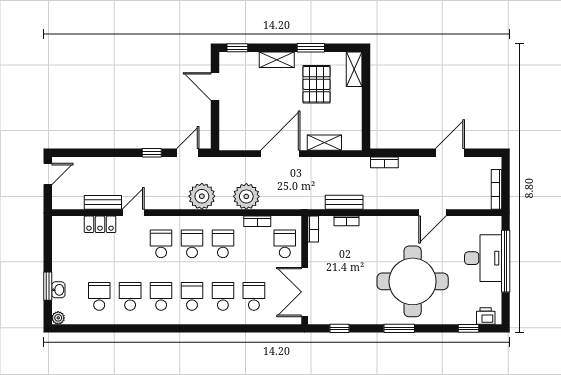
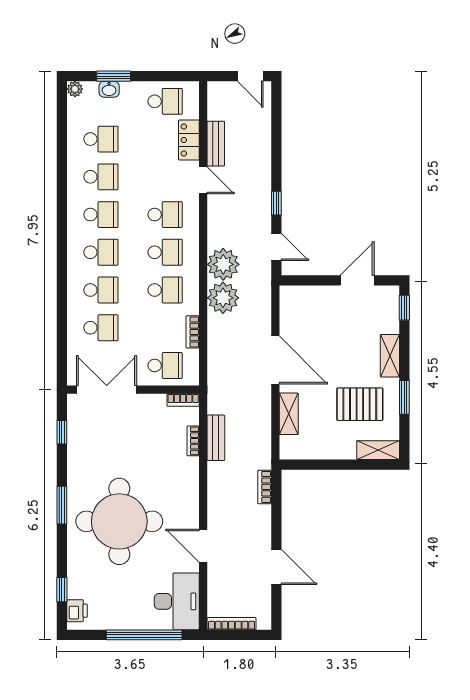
plant: (246, 196) -> (223, 298), moved
school desk: (68, 244) -> (165, 101), added
desk: (483, 258) -> (177, 601), moved, turned -90

